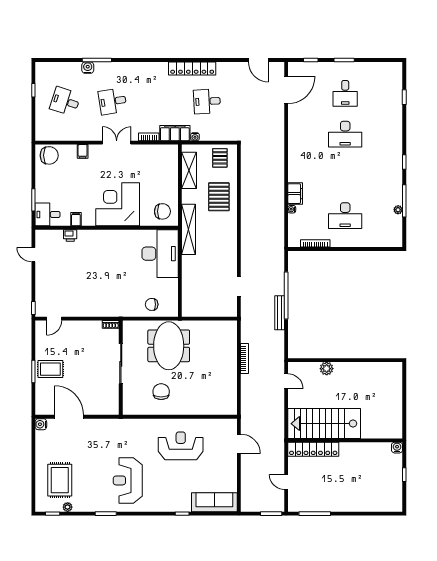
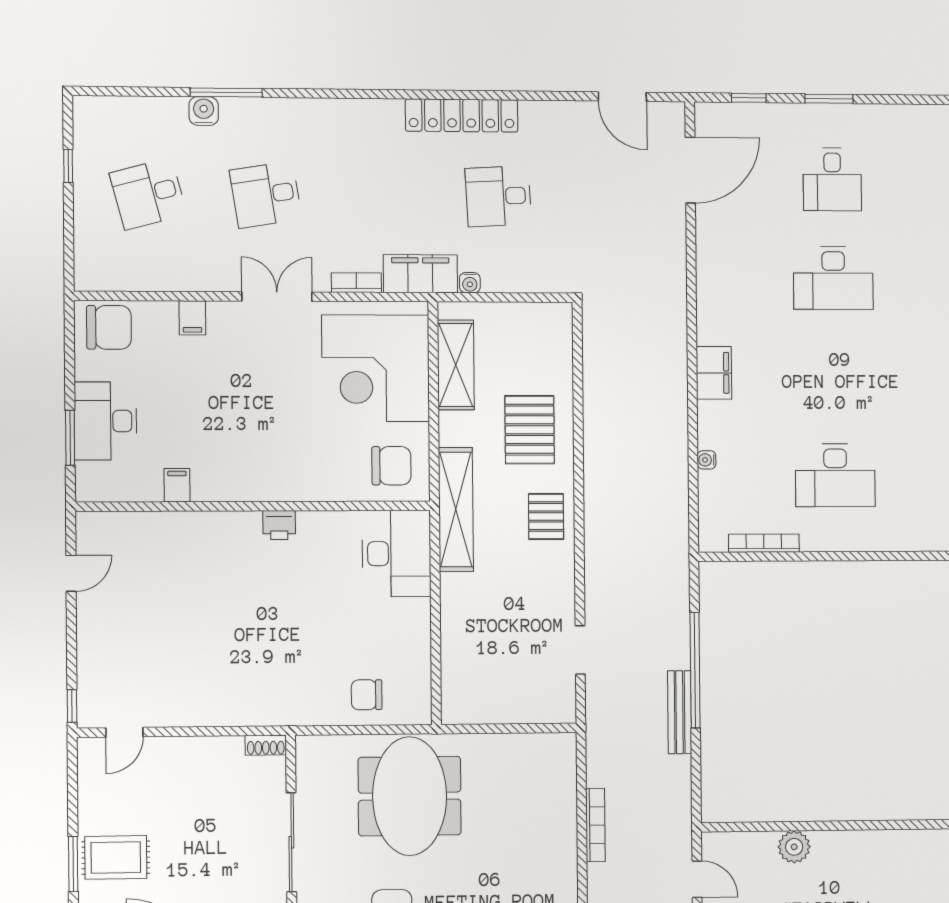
desk: (65, 101) -> (148, 194), turned -33
pallet: (220, 158) -> (546, 517), moved
filing cabinet: (295, 194) -> (714, 373), moved
corner desk: (118, 204) -> (376, 368), moved, turned -90
desk: (48, 214) -> (106, 421), moved, width x1.37
printer: (70, 235) -> (279, 525), moved
desk: (160, 254) -> (396, 554), width x0.73, depth x0.77
door: (33, 255) -> (71, 573), swing flipped

